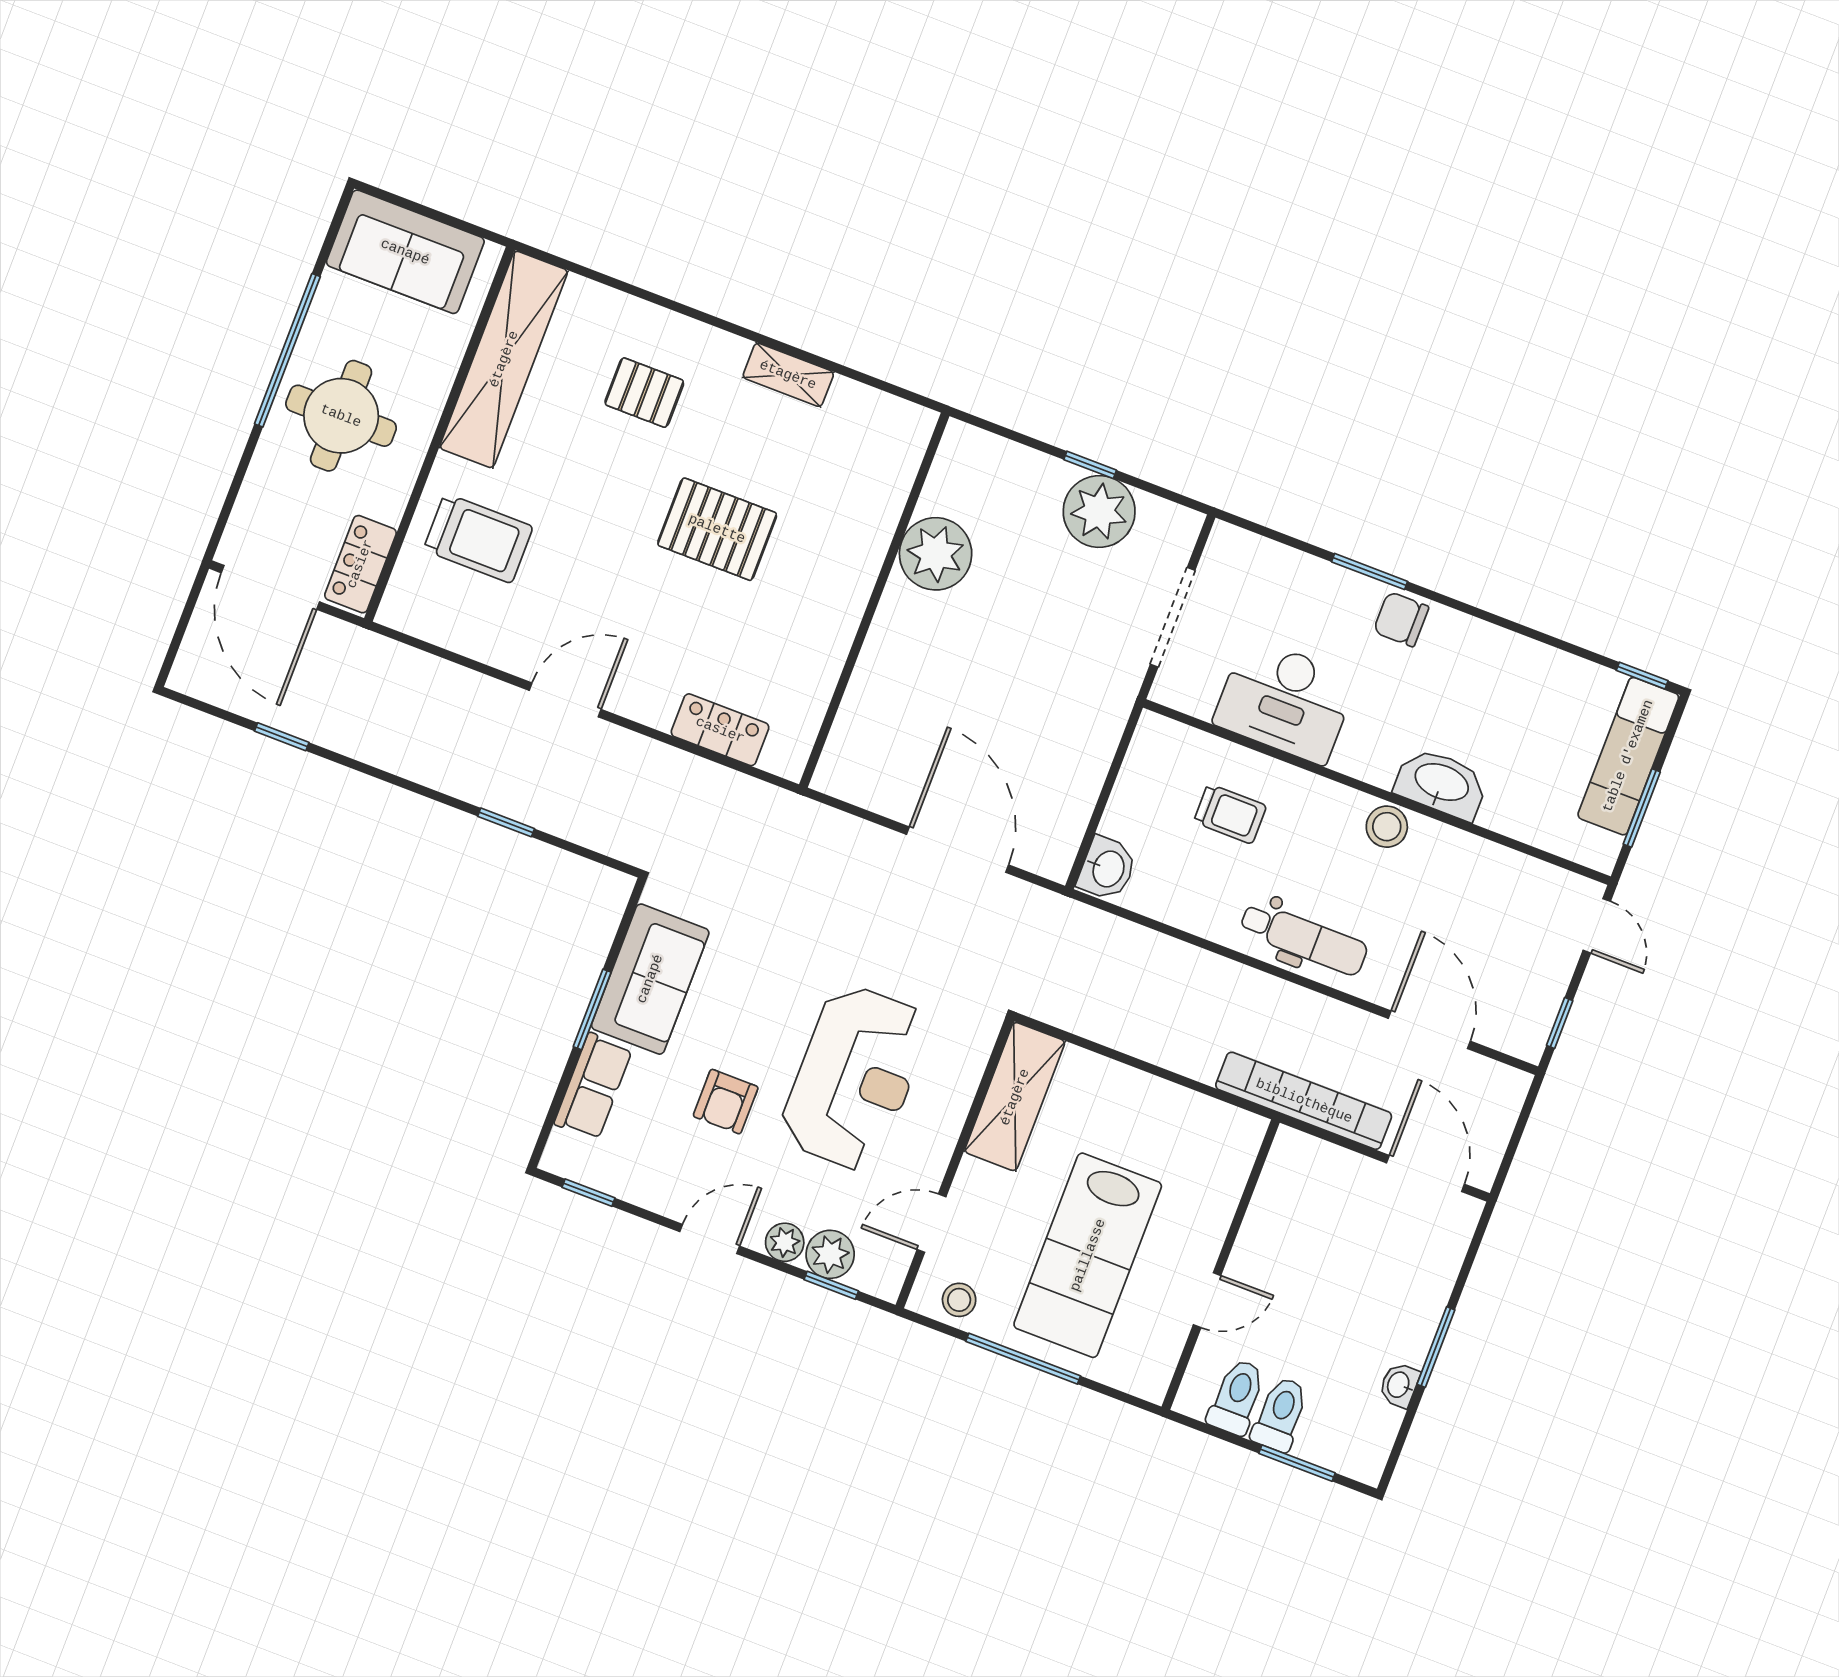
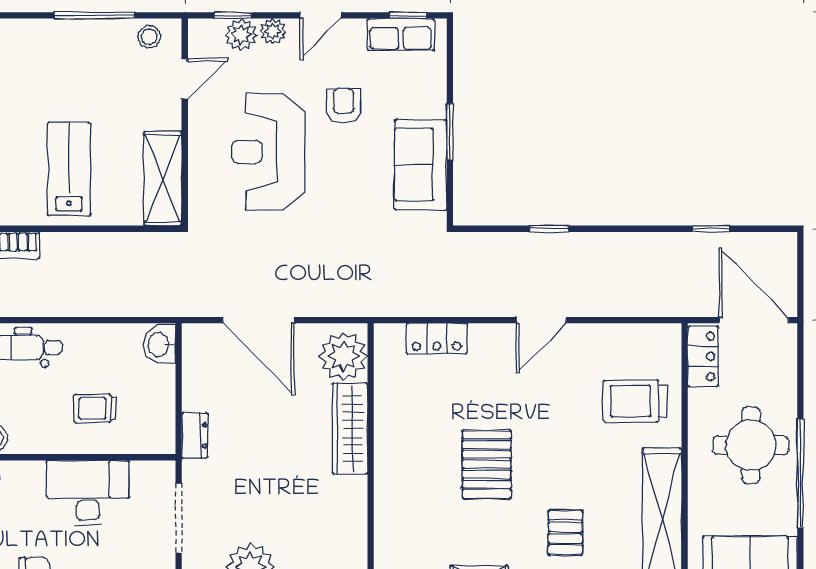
pallet: (644, 393) -> (565, 533), turned 90
pallet: (717, 529) -> (487, 464), turned 90
plant: (936, 554) -> (343, 356), moved
wardrobe: (888, 651) -> (350, 429), added
dresser: (1107, 724) -> (195, 435), added
row of seats: (593, 1086) -> (401, 35), moved, turned -90
lab bench: (1088, 1255) -> (69, 169), moved, width x0.73, depth x0.72

